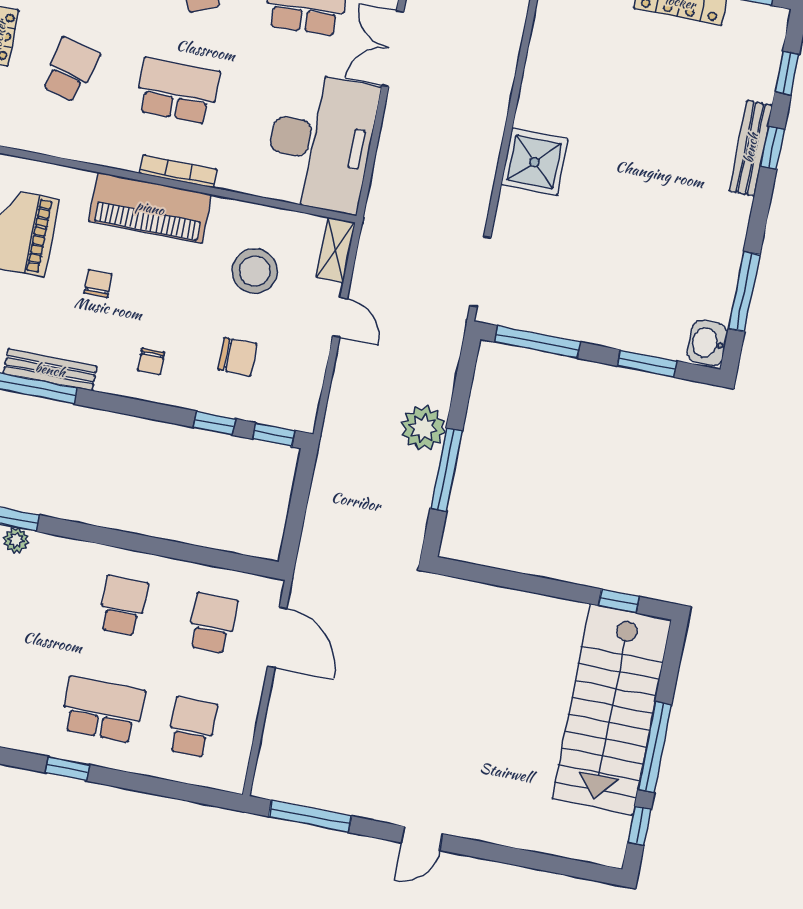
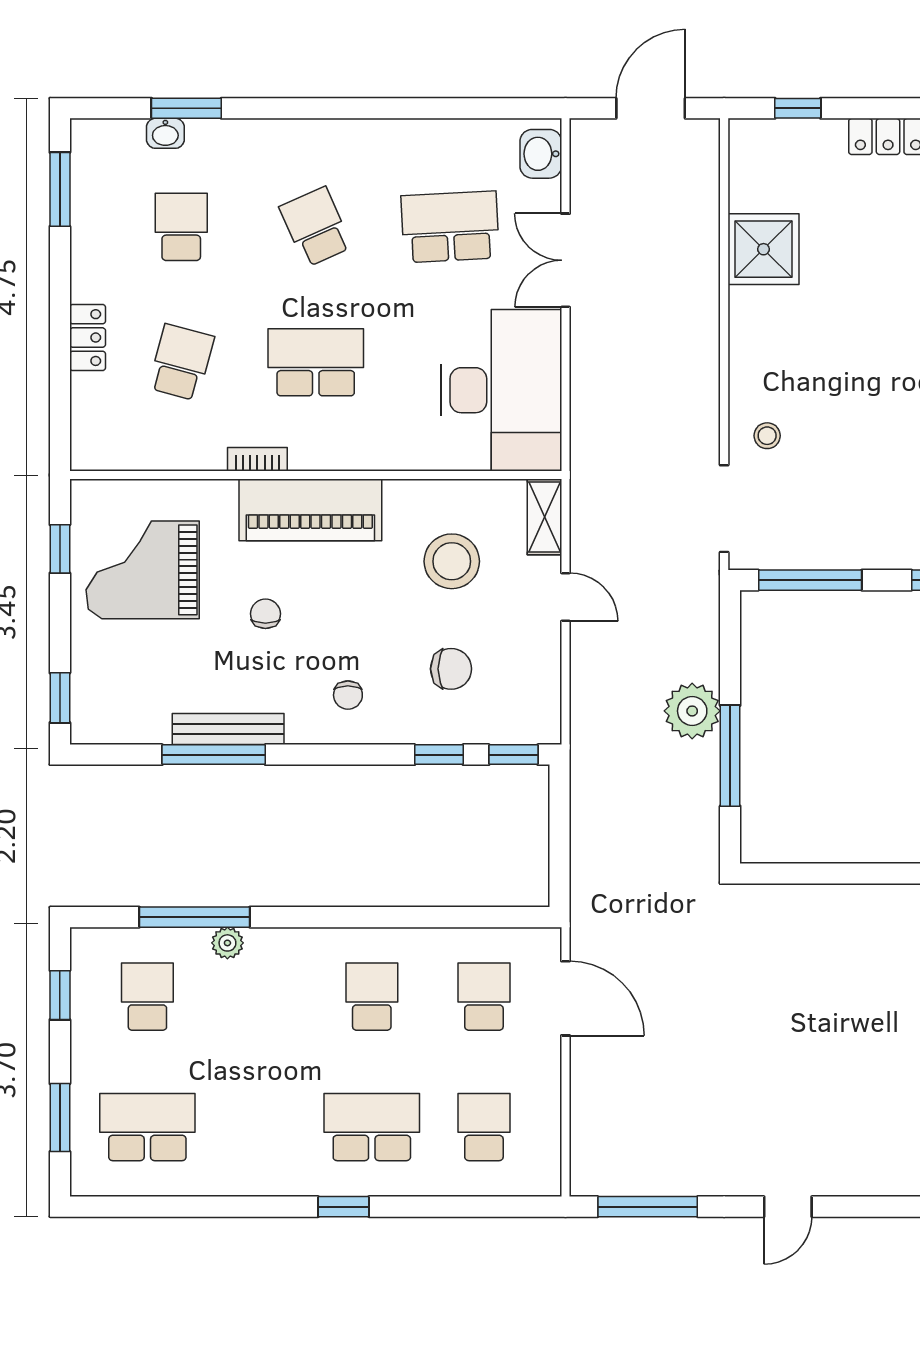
shower: (534, 162) -> (763, 249), moved
bookcase: (178, 171) -> (257, 459), moved, width x0.64
stool: (526, 220) -> (767, 436), added

